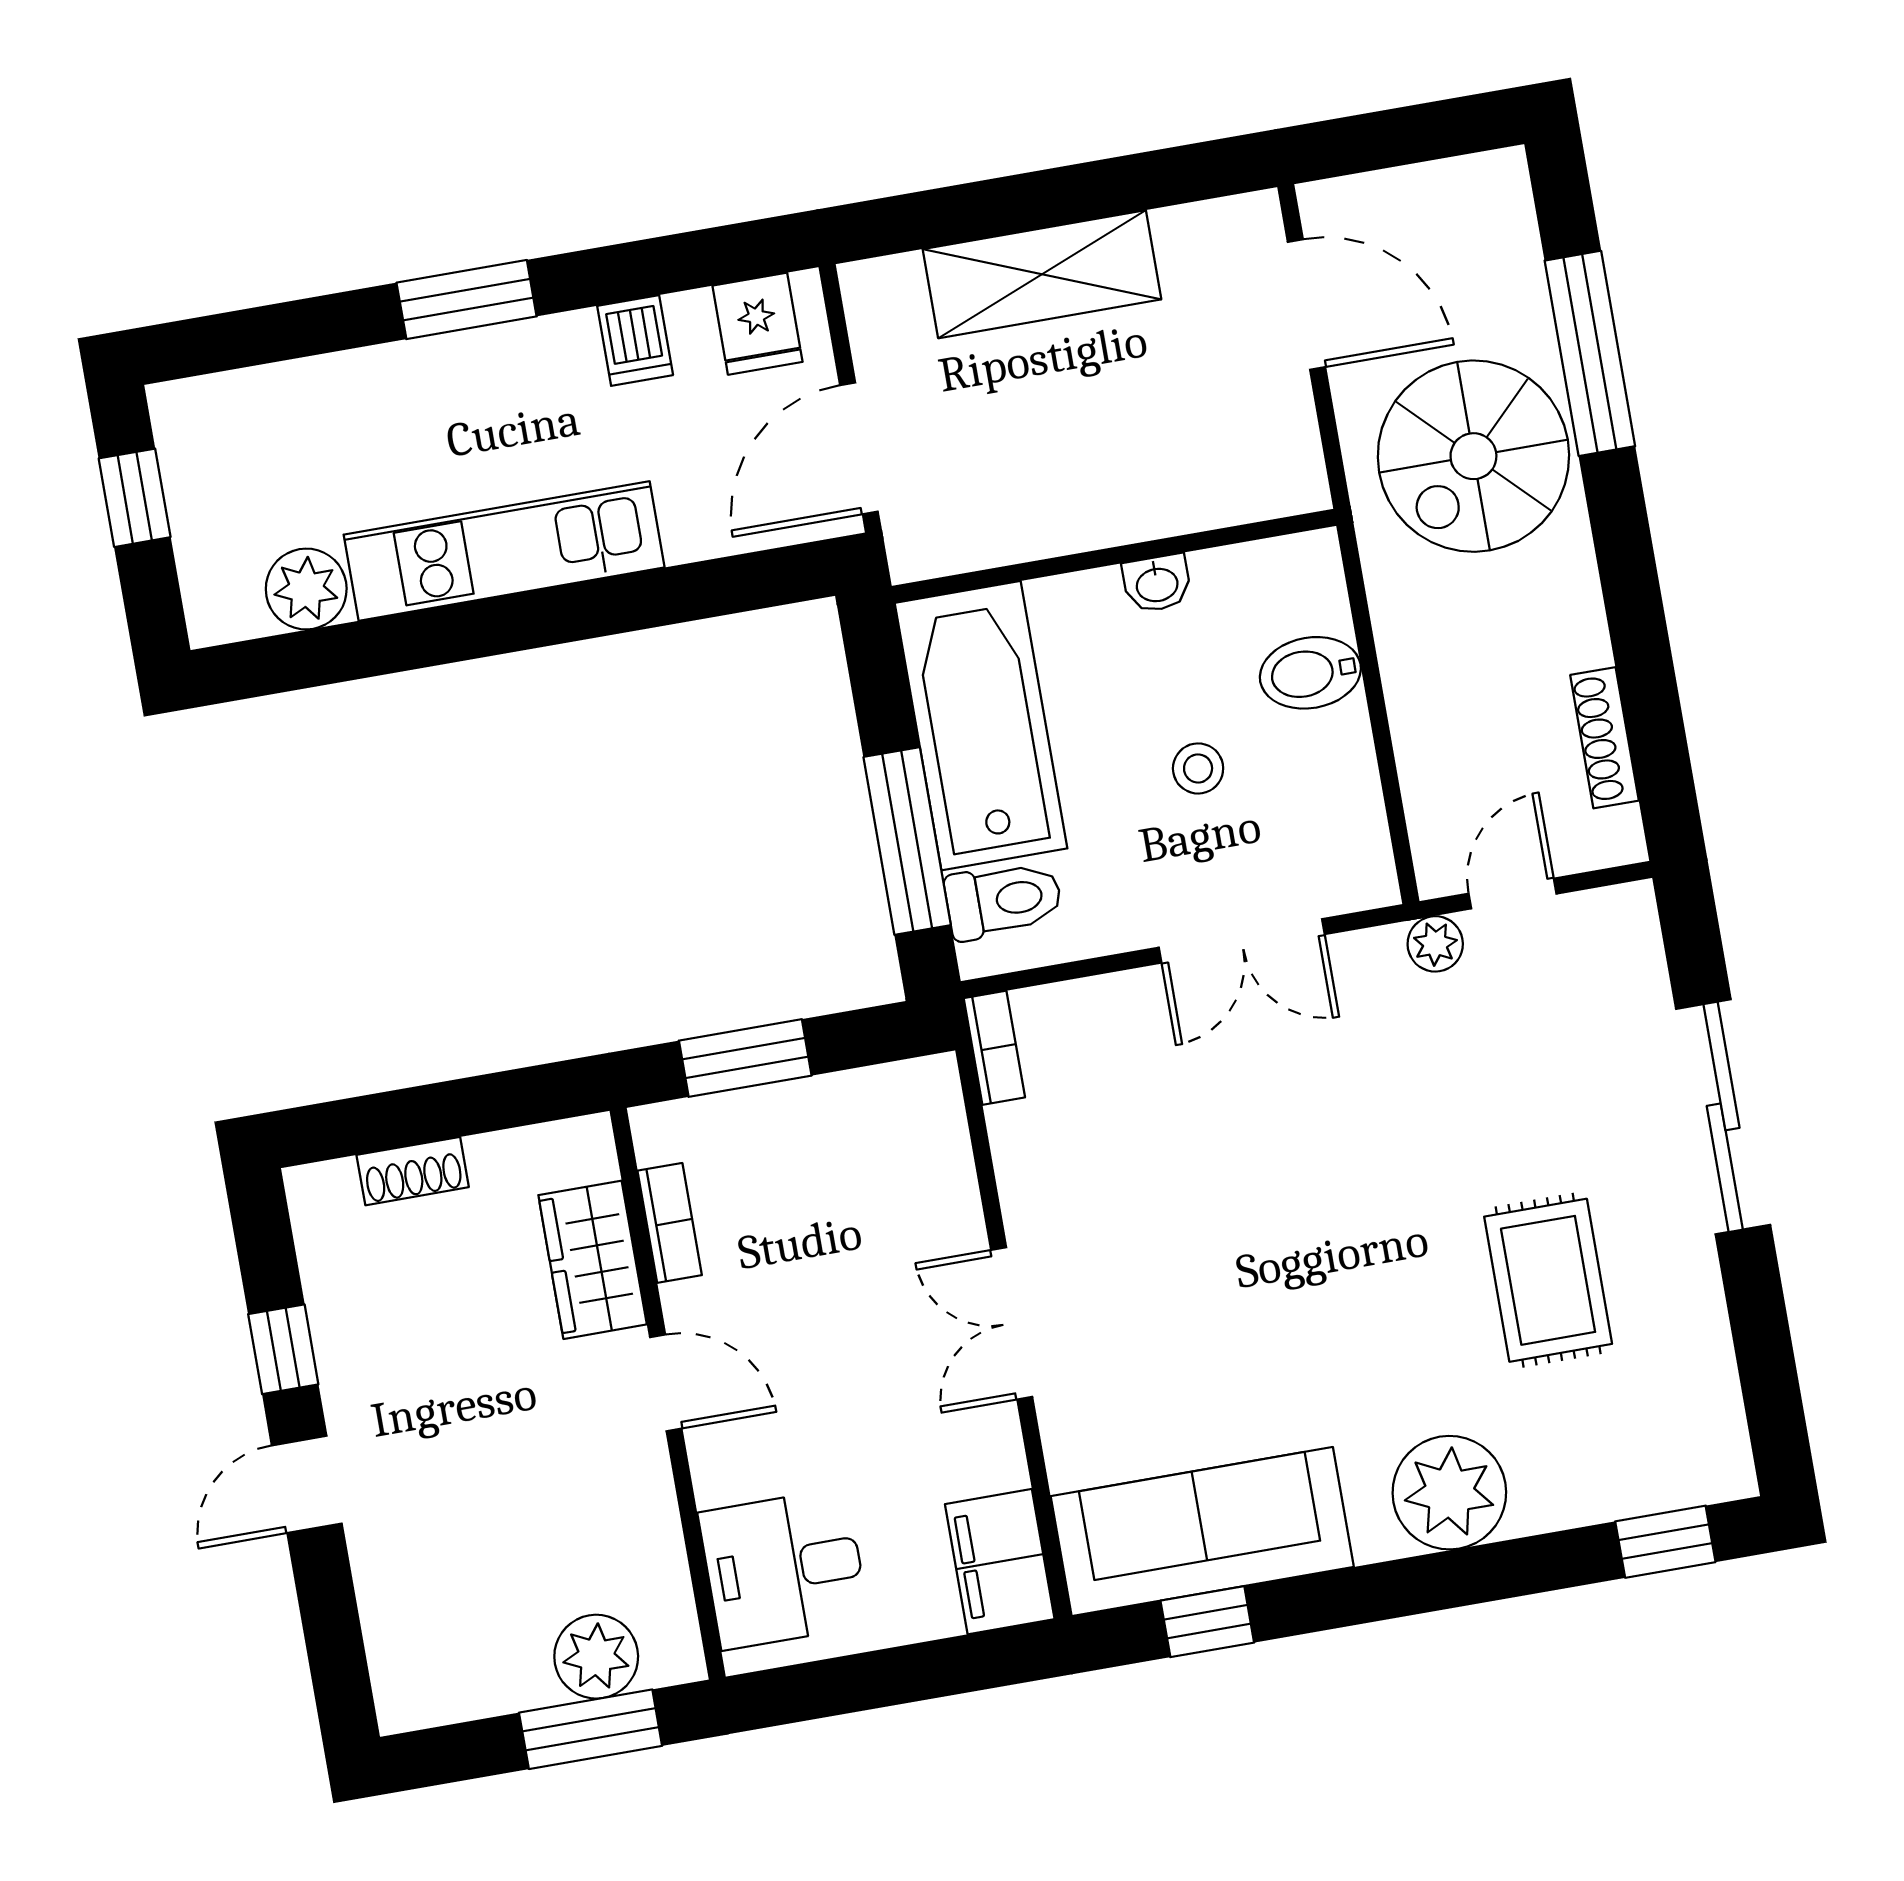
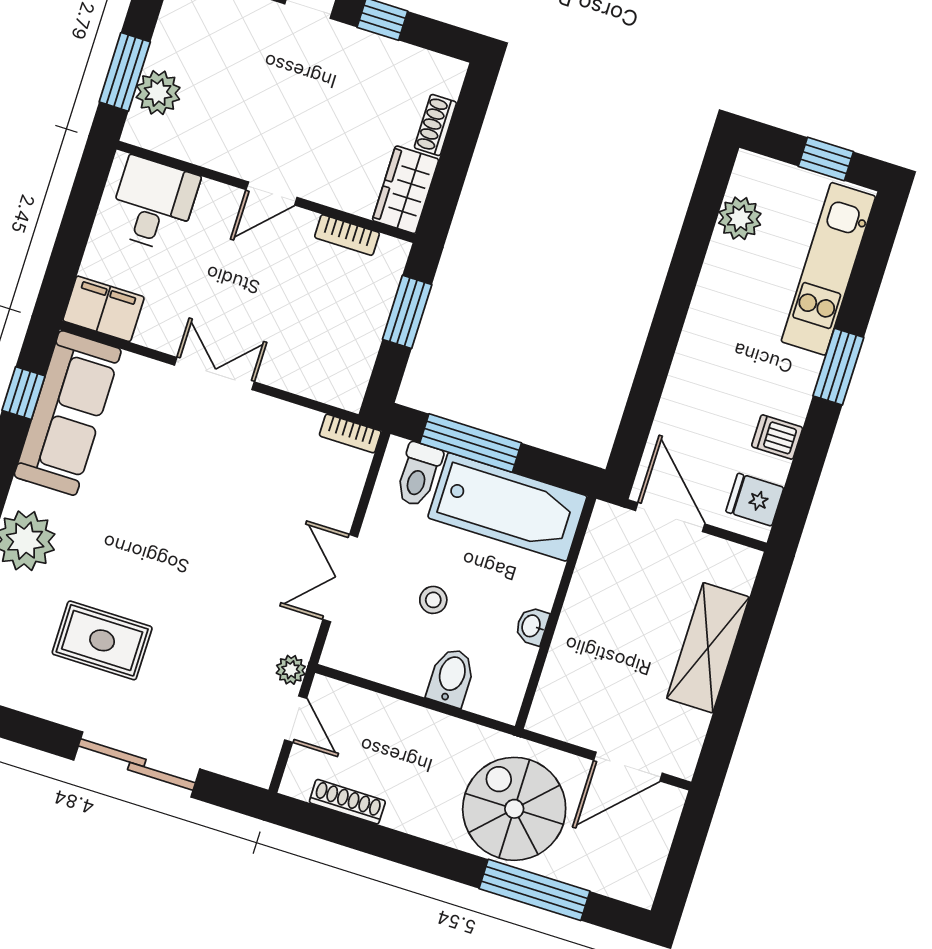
kitchen unit: (504, 551) -> (828, 269), moved, turned 180
wardrobe: (593, 1260) -> (406, 190), moved, turned -90

